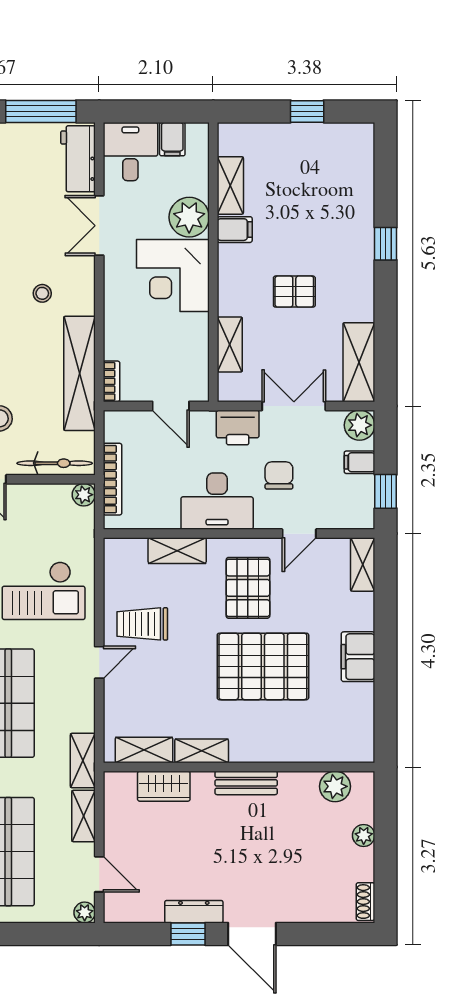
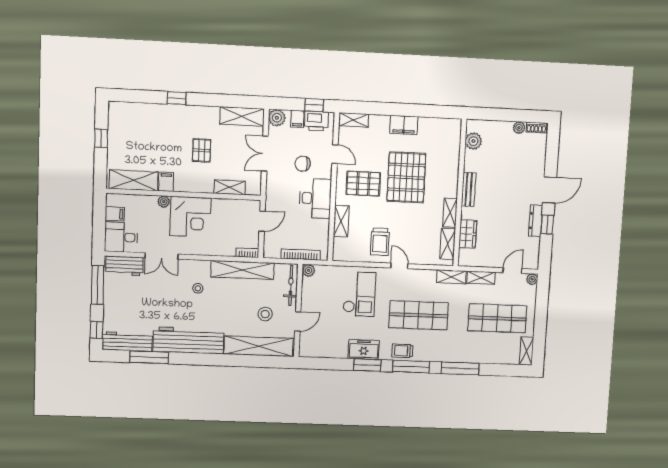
shelving: (230, 185) -> (133, 180), width x1.50, depth x1.33
plant: (189, 217) -> (164, 202), width x0.53, depth x0.53
printer: (238, 427) -> (316, 121), moved, turned 90
plant: (364, 835) -> (519, 128), moved

